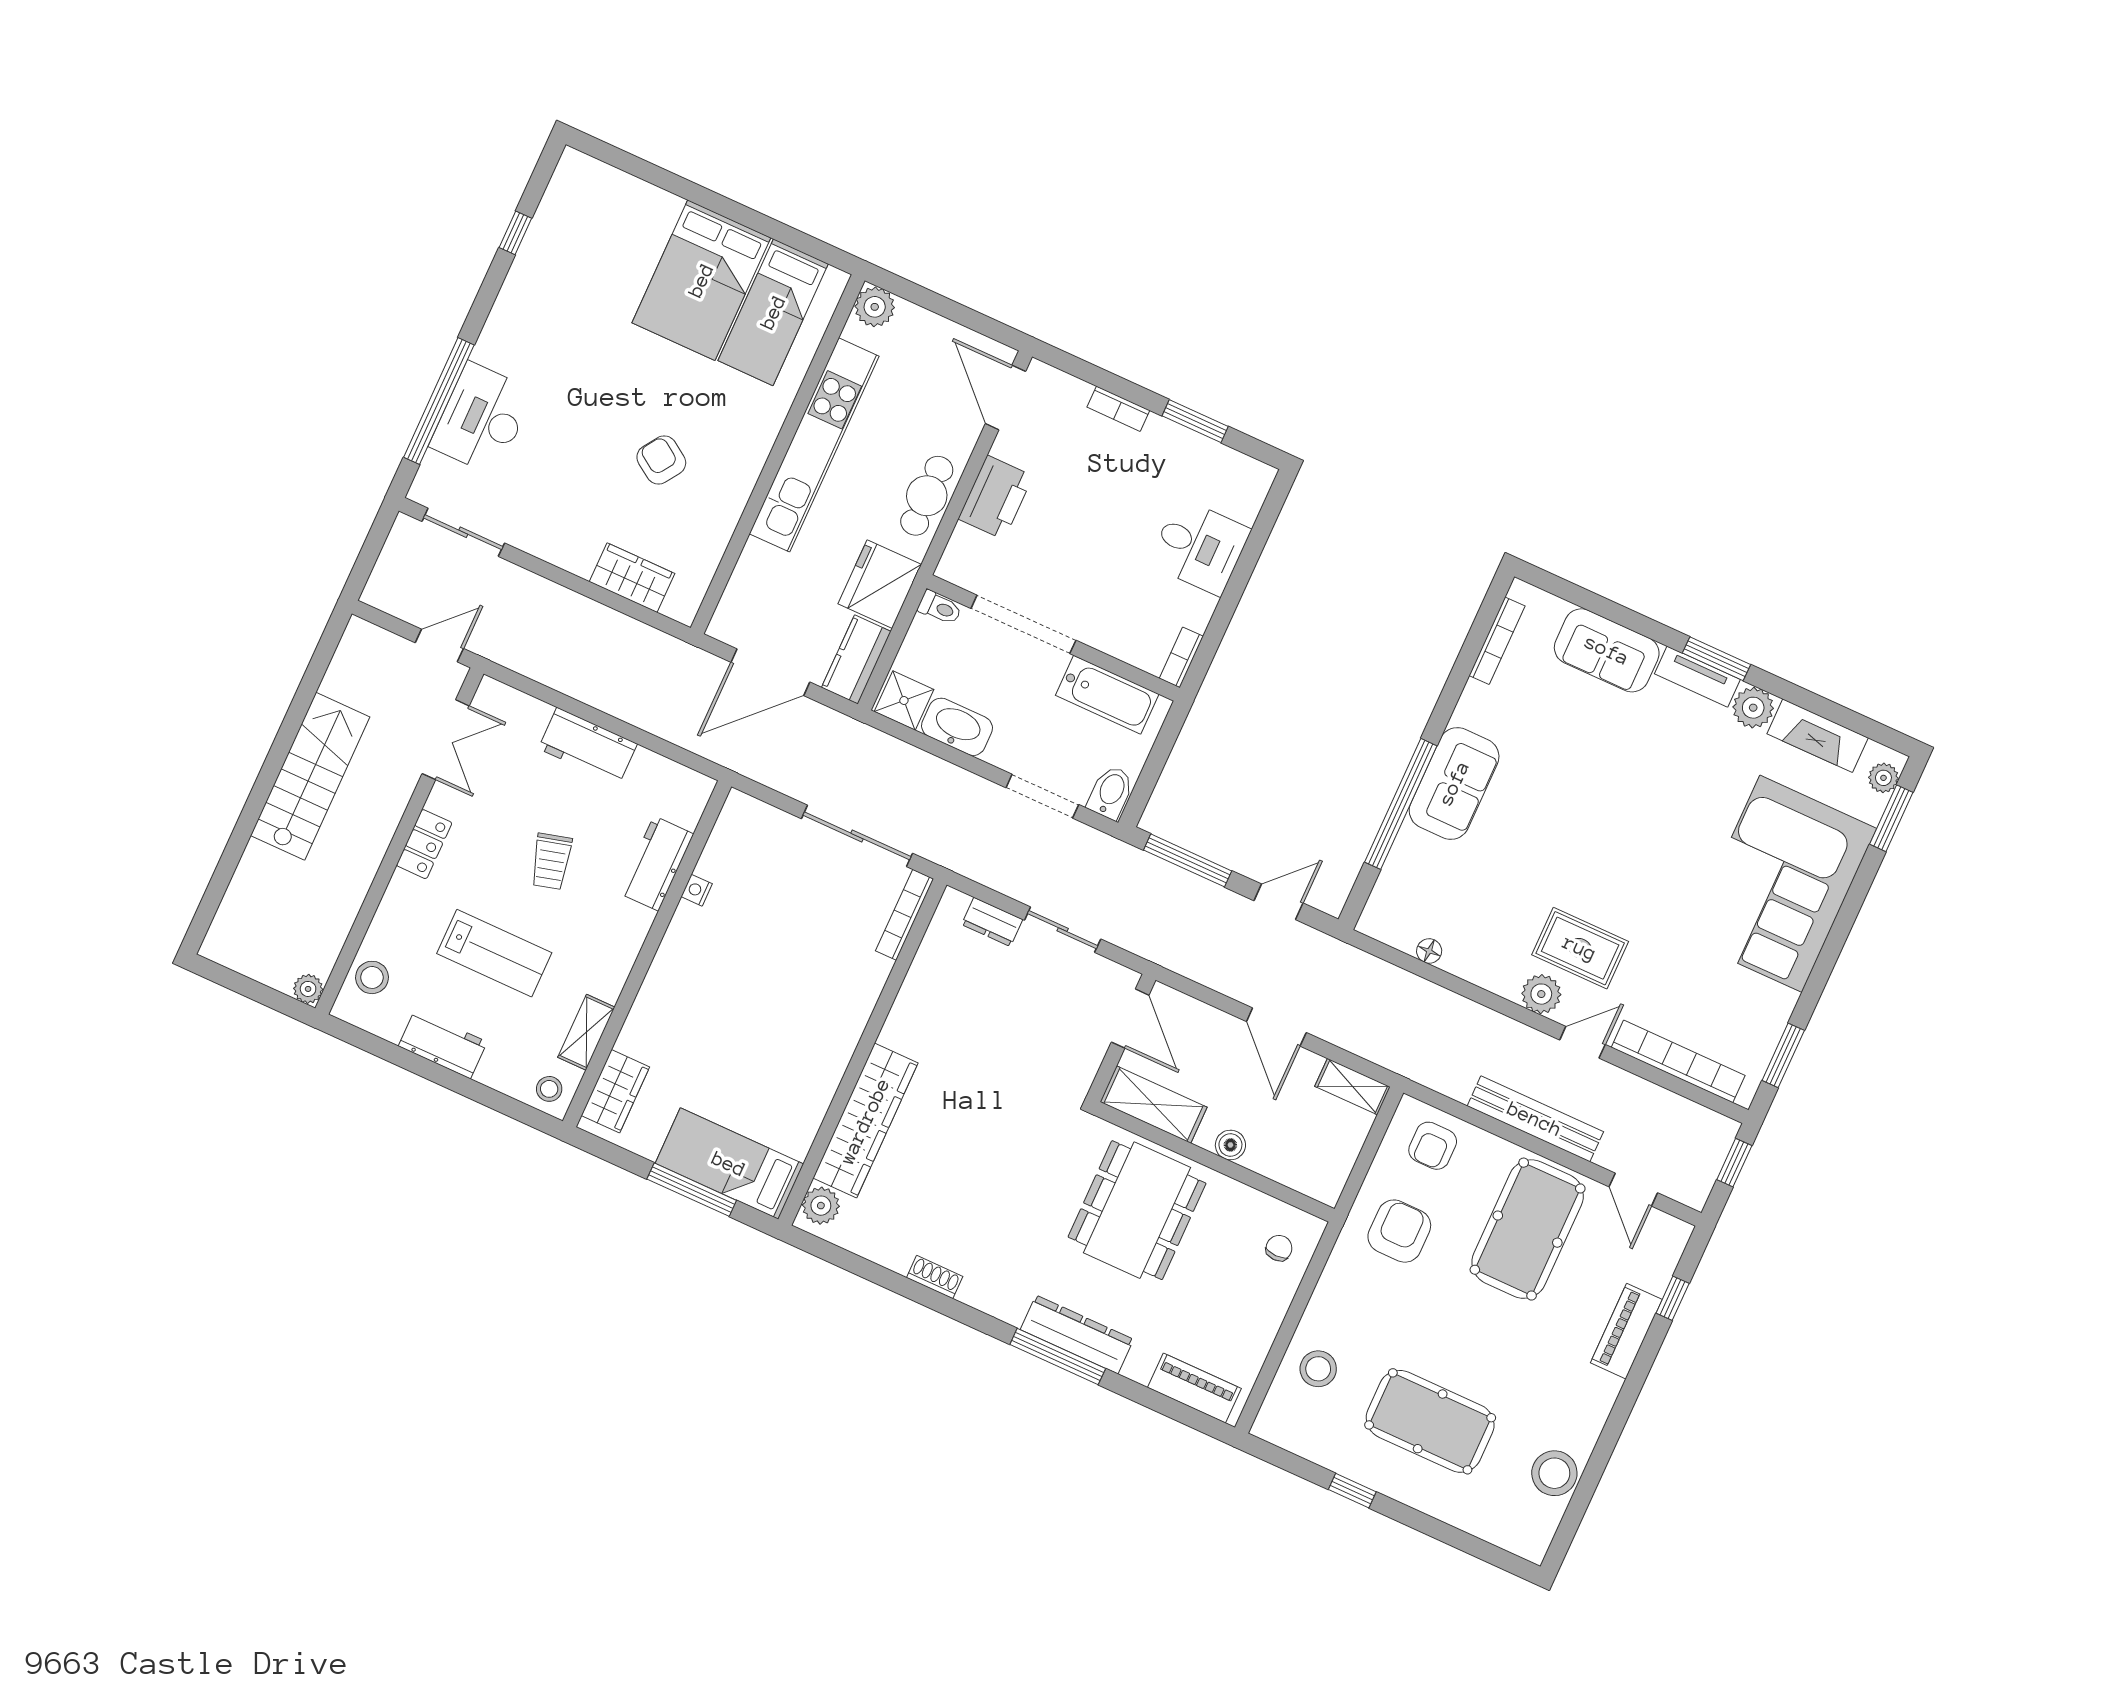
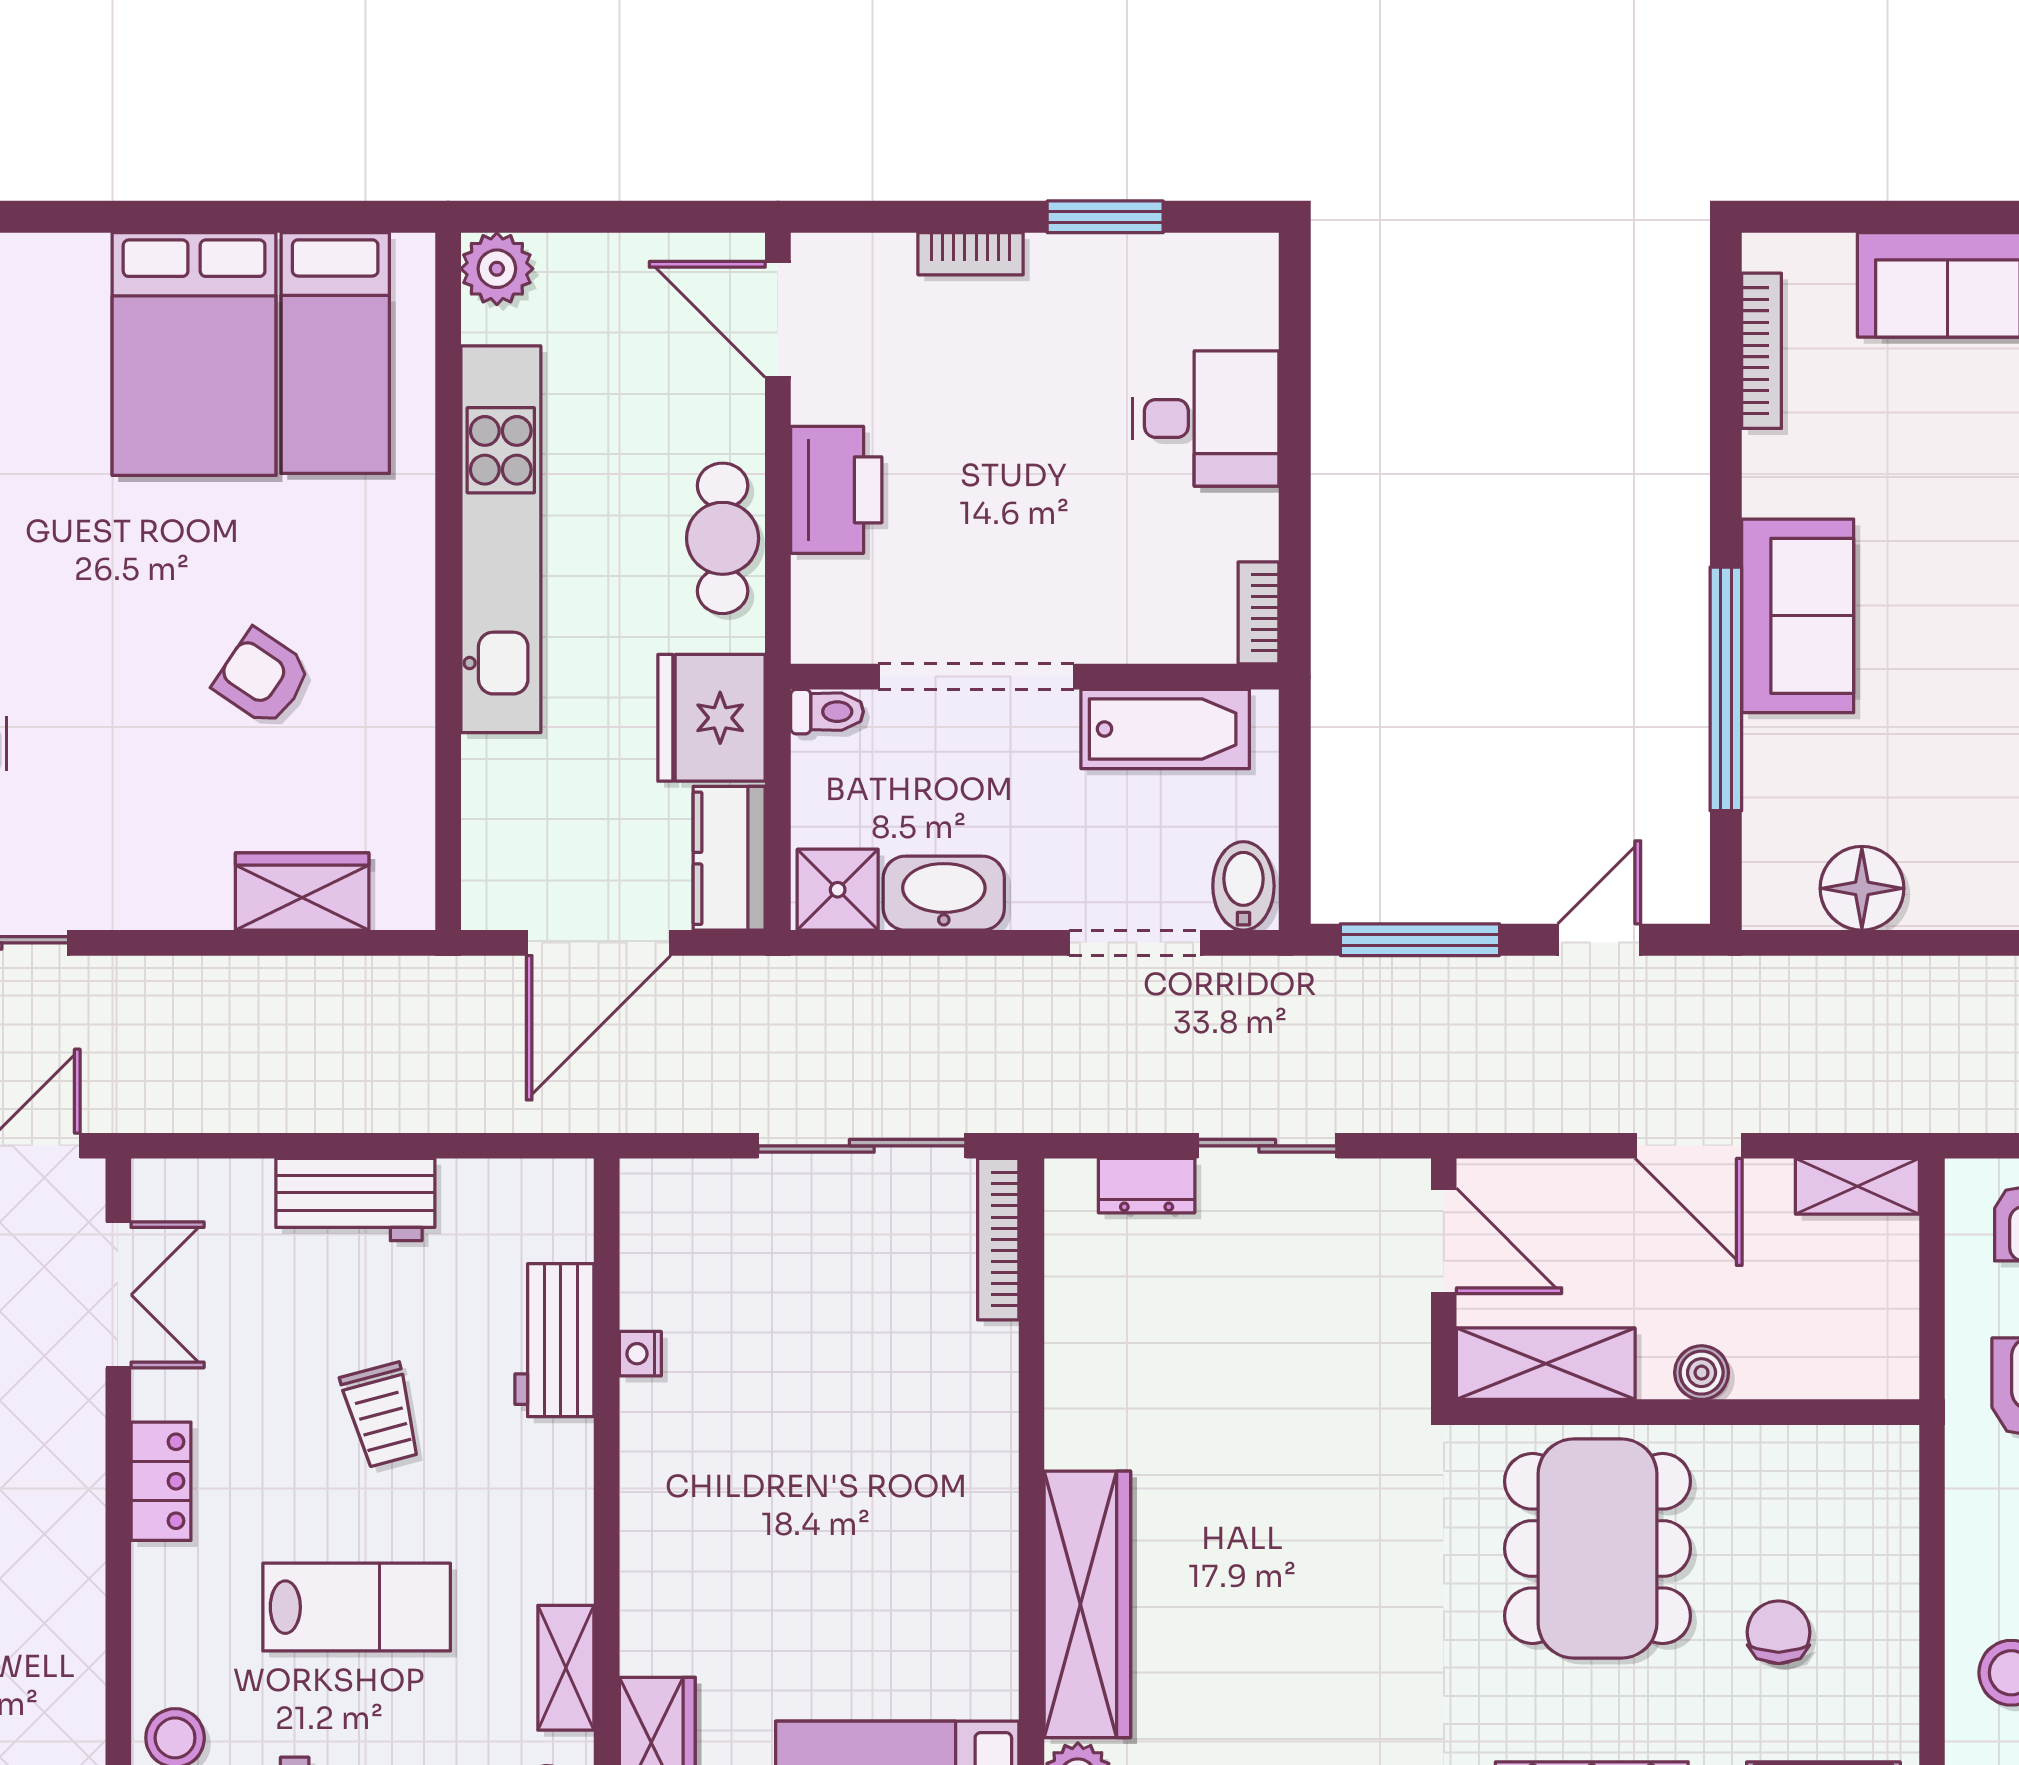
floor lamp: (1429, 951) -> (1862, 888), width x1.89, depth x1.89
chair: (1279, 1248) -> (1779, 1632), moved, width x1.37, depth x1.37

